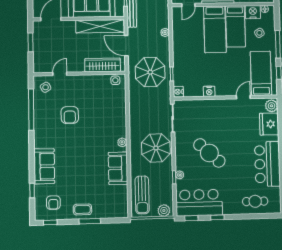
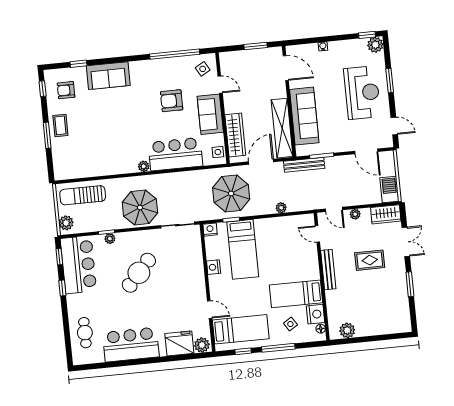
bed: (215, 29) -> (243, 249), moved, turned -90
bar counter: (114, 115) -> (175, 154), added
sofa: (118, 168) -> (210, 114), moved, turned -90

